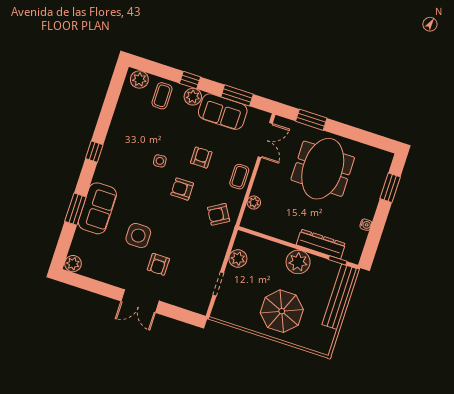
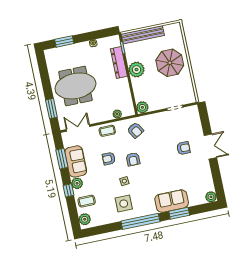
window: (94, 152) -> (140, 221), width x3.17
side table: (138, 236) -> (124, 204), moved
plant: (238, 259) -> (142, 107), moved

